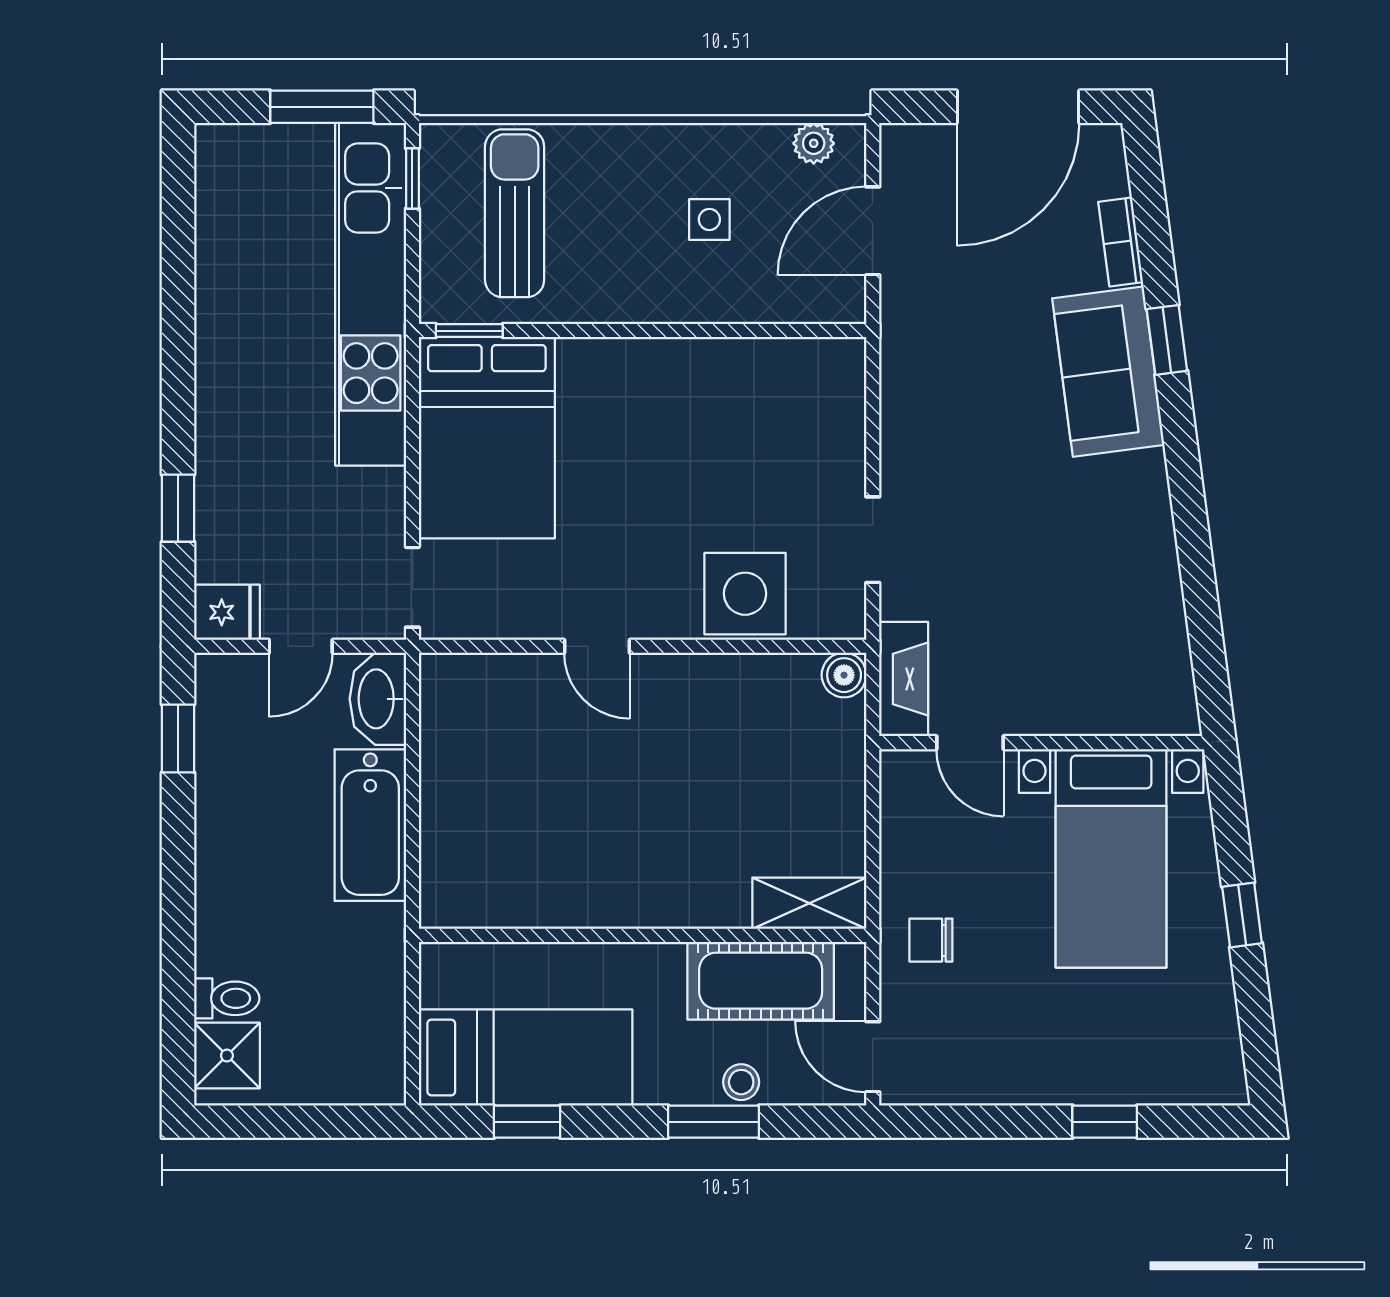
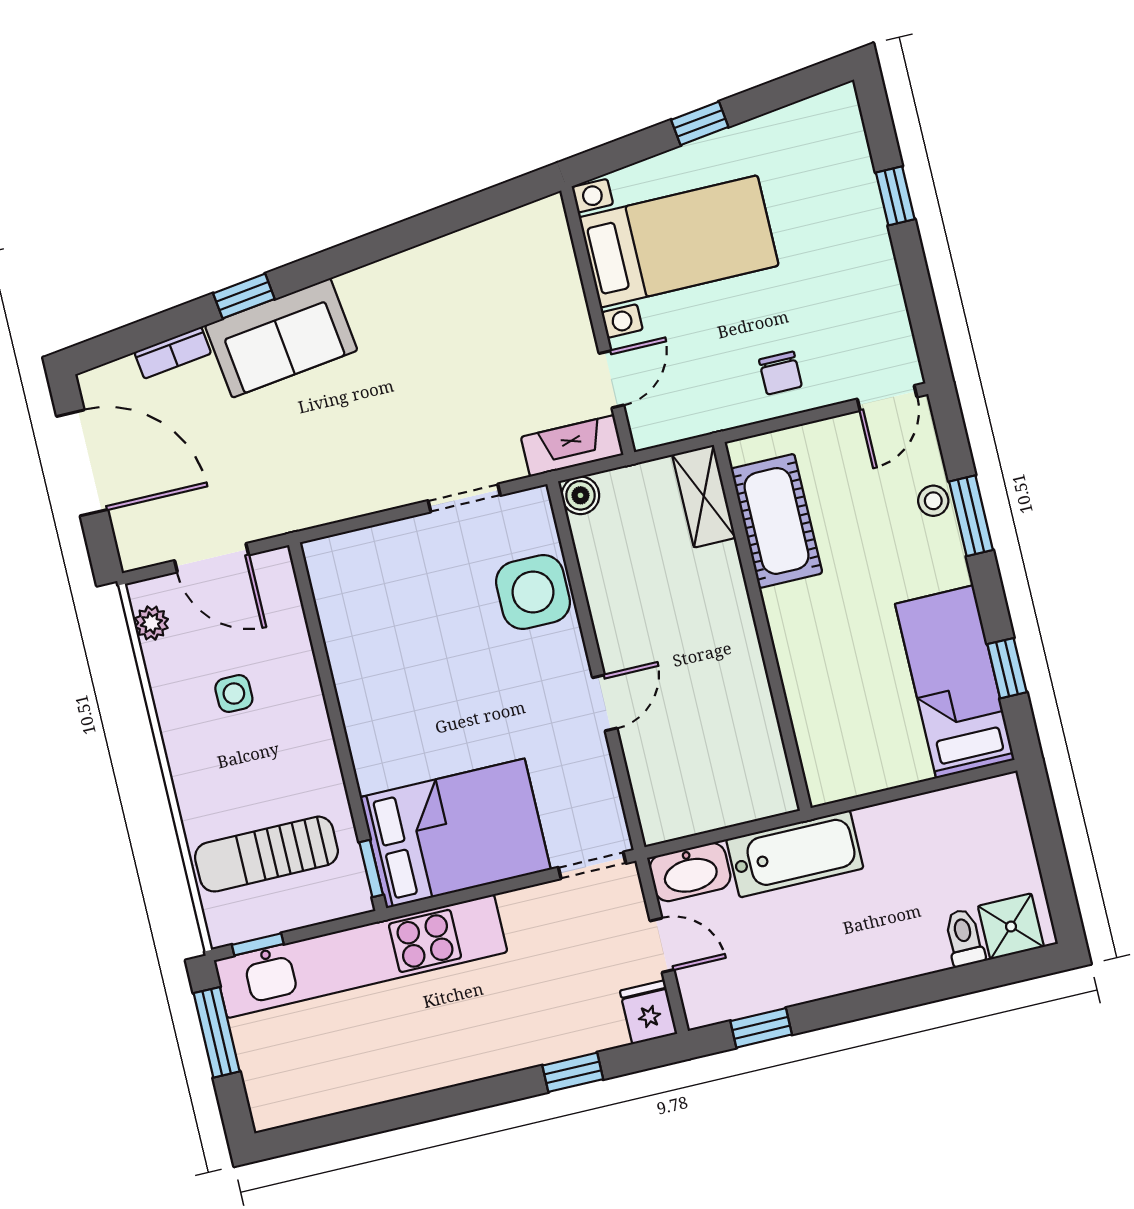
shelving: (809, 903) -> (704, 496), moved
wall: (643, 935) -> (762, 626), moved
cot: (761, 981) -> (777, 521), moved

